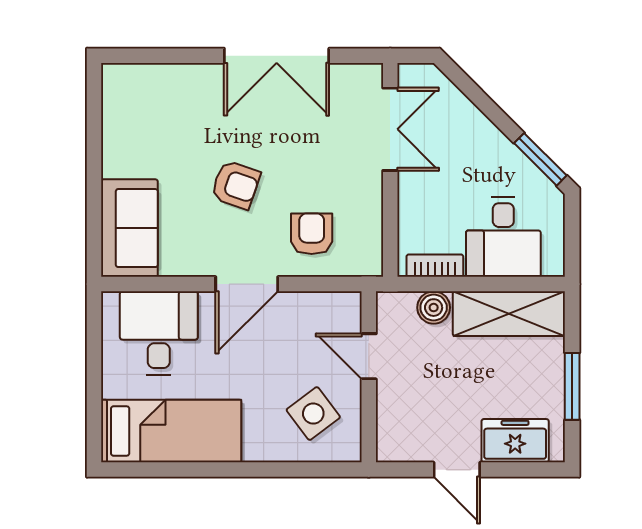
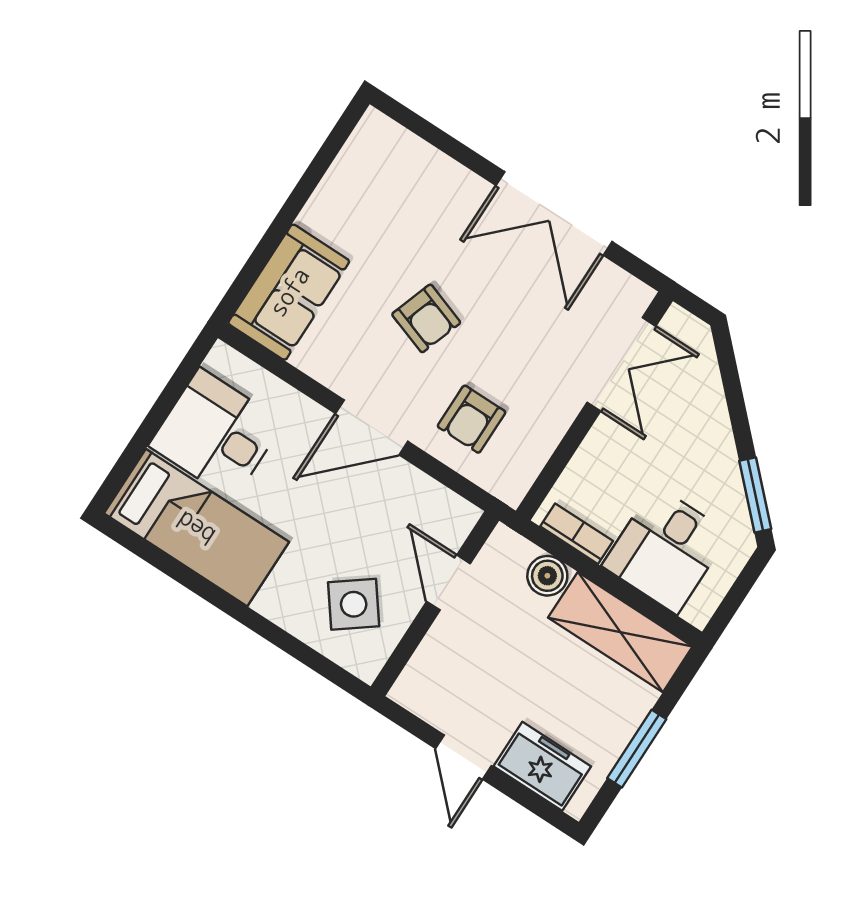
armchair: (312, 234) -> (471, 419), turned 180
desk: (159, 333) -> (216, 434), moved, turned -90

